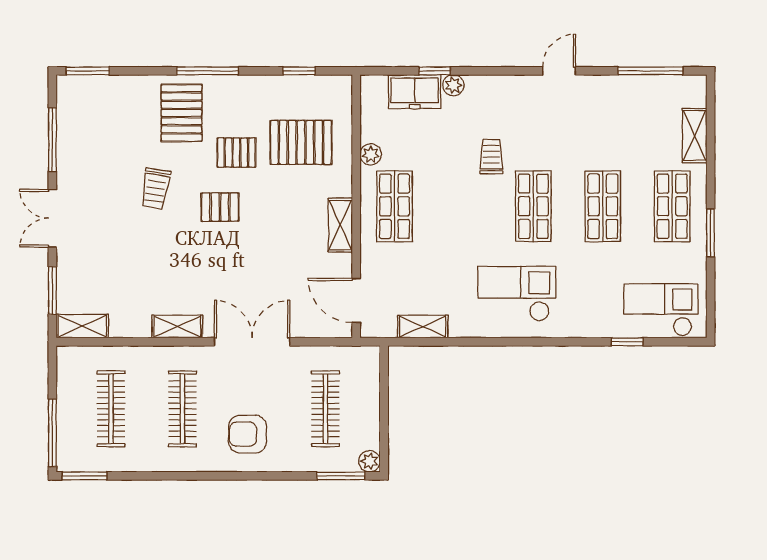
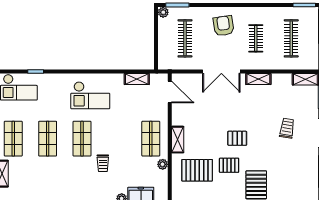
trolley: (155, 189) -> (287, 128), moved
shelving: (340, 225) -> (178, 140), moved
clothes rail: (182, 409) -> (256, 38), width x0.73
armchair: (248, 434) -> (224, 26), turned -98

